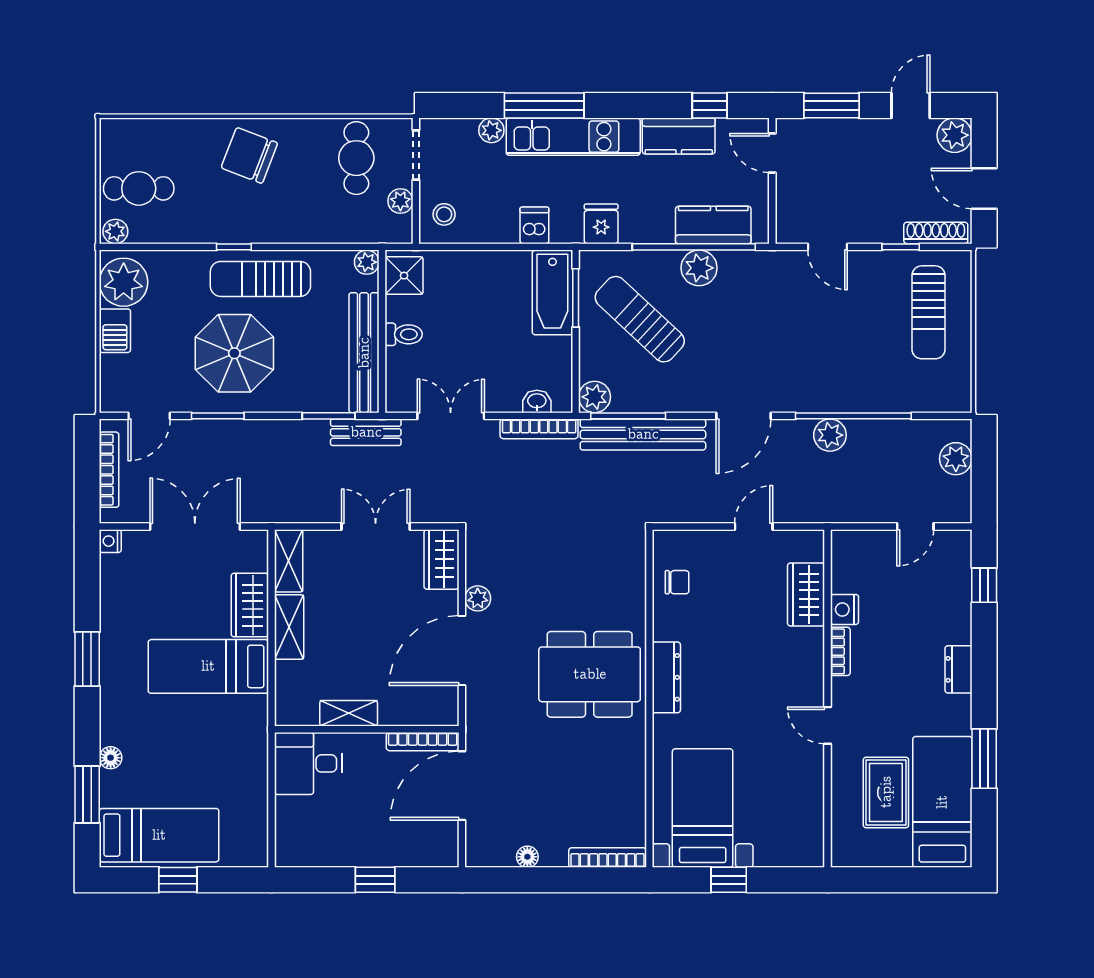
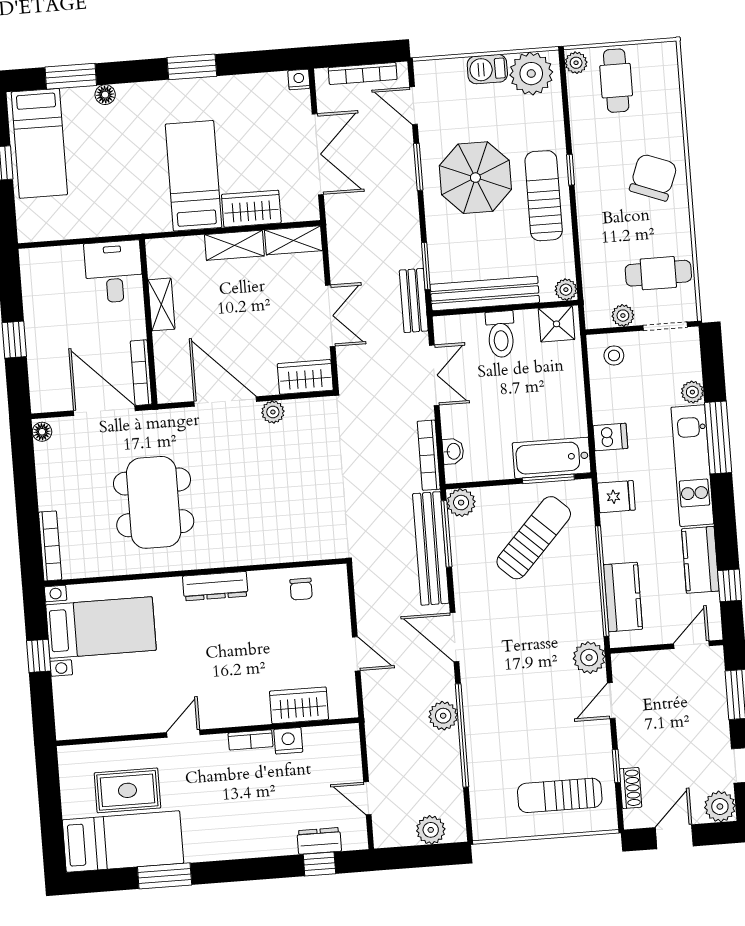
shoe rack: (936, 233) -> (631, 788), width x0.70
plant: (699, 268) -> (589, 658), moved
toilet: (404, 334) -> (501, 334), width x1.37, depth x1.39
dresser: (959, 669) -> (319, 841), moved
dining table: (590, 674) -> (154, 502), moved
floor lamp: (527, 857) -> (42, 432), moved

